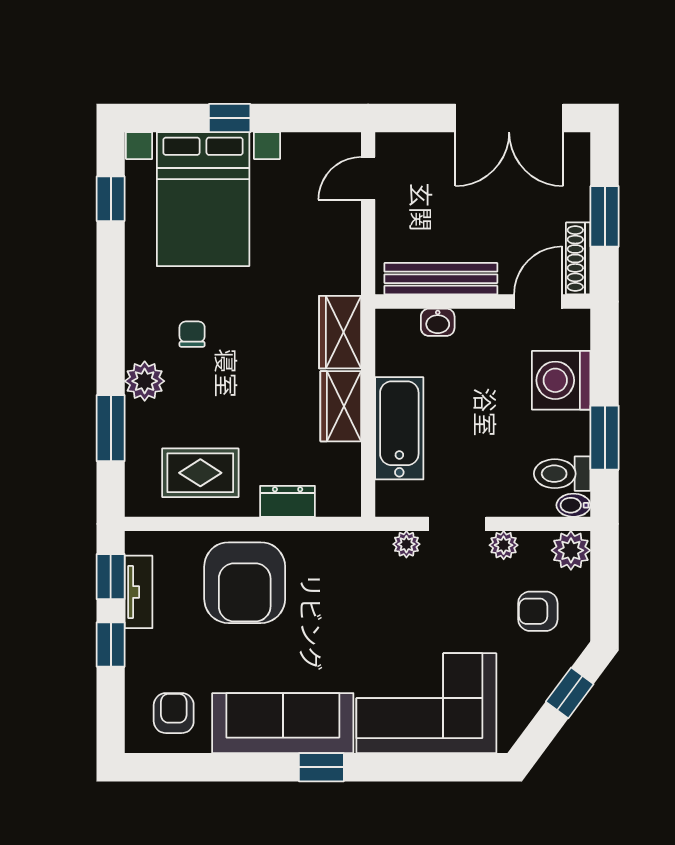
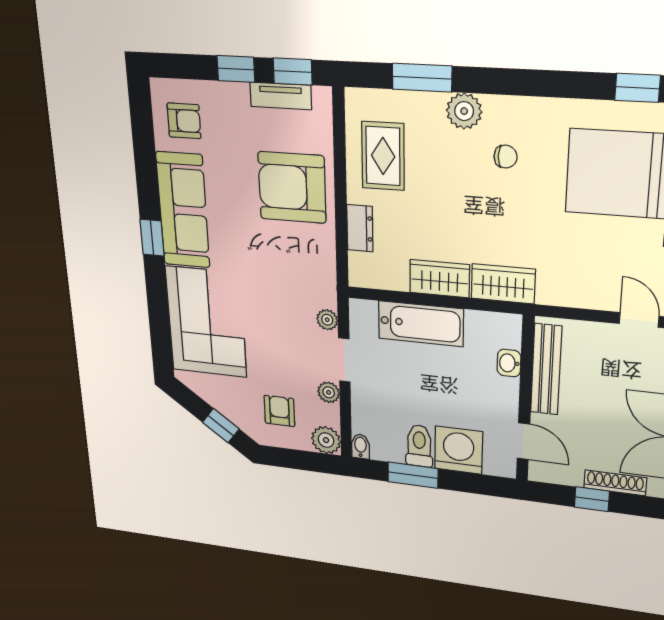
window: (605, 216) -> (592, 499), width x0.67
shoe rack: (578, 258) -> (615, 483), moved
toilet: (562, 474) -> (419, 446), moved

